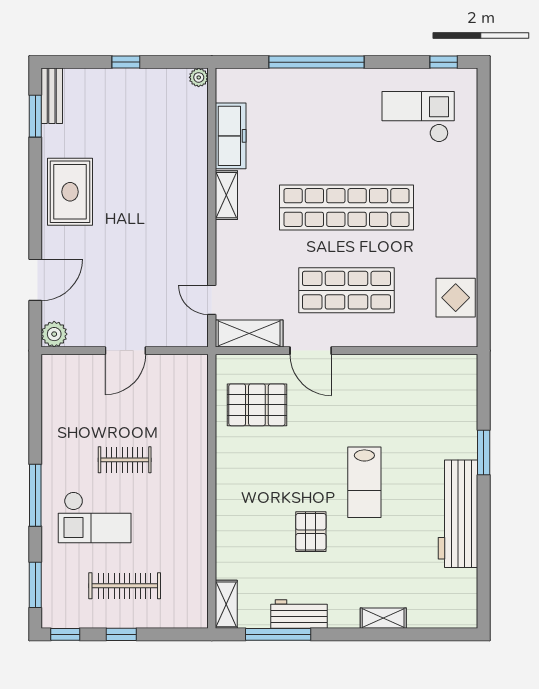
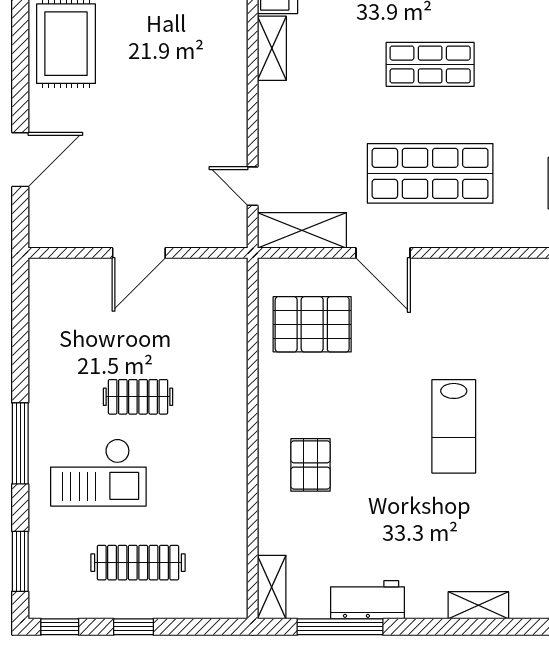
shop shelf: (346, 208) -> (430, 64), width x0.50, depth x0.74
plant: (54, 334) -> (45, 231), removed
pallet: (311, 532) -> (310, 465), moved

